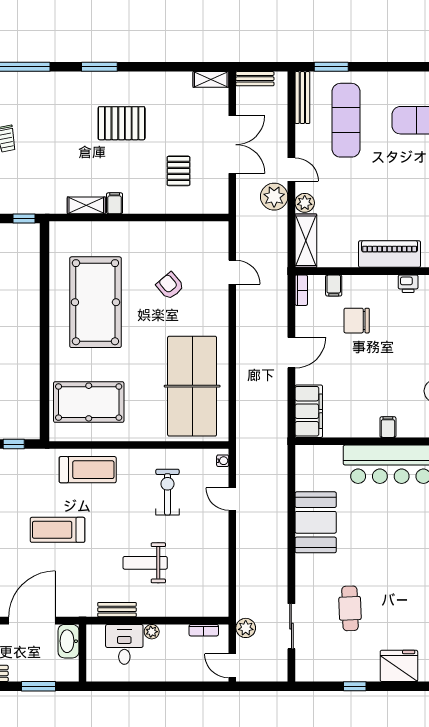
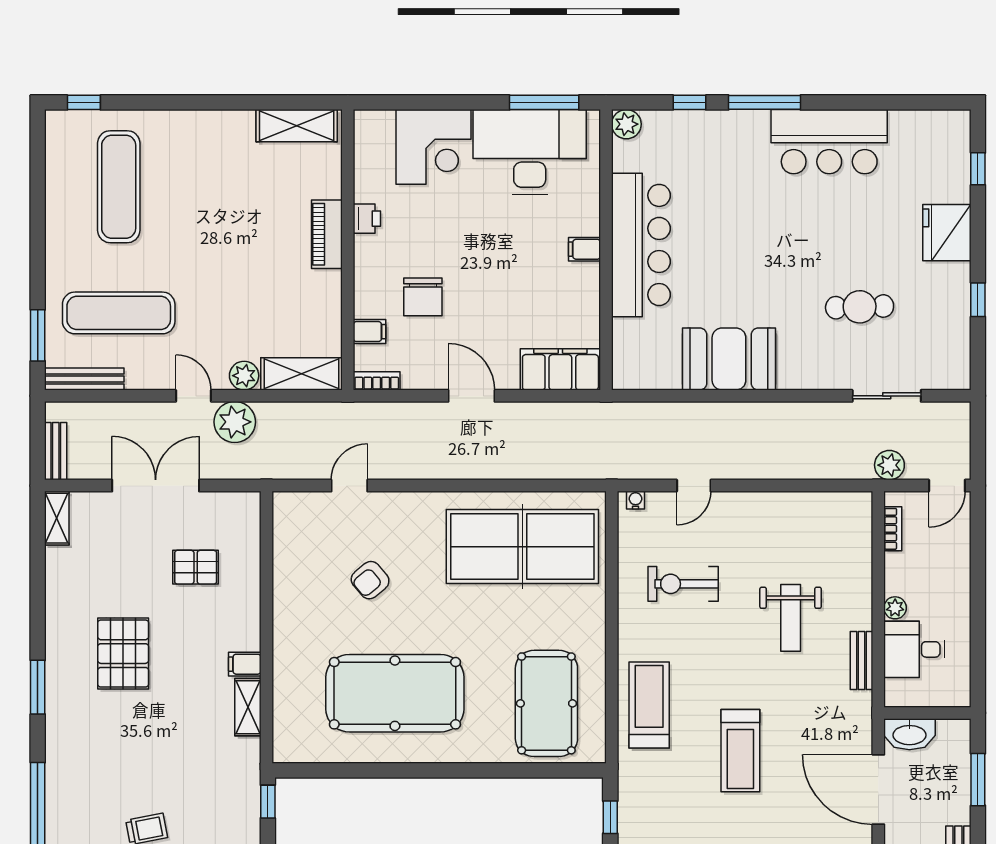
door: (291, 170) -> (194, 396), hinge flipped
piano: (390, 254) -> (327, 234), width x0.73, depth x0.75

